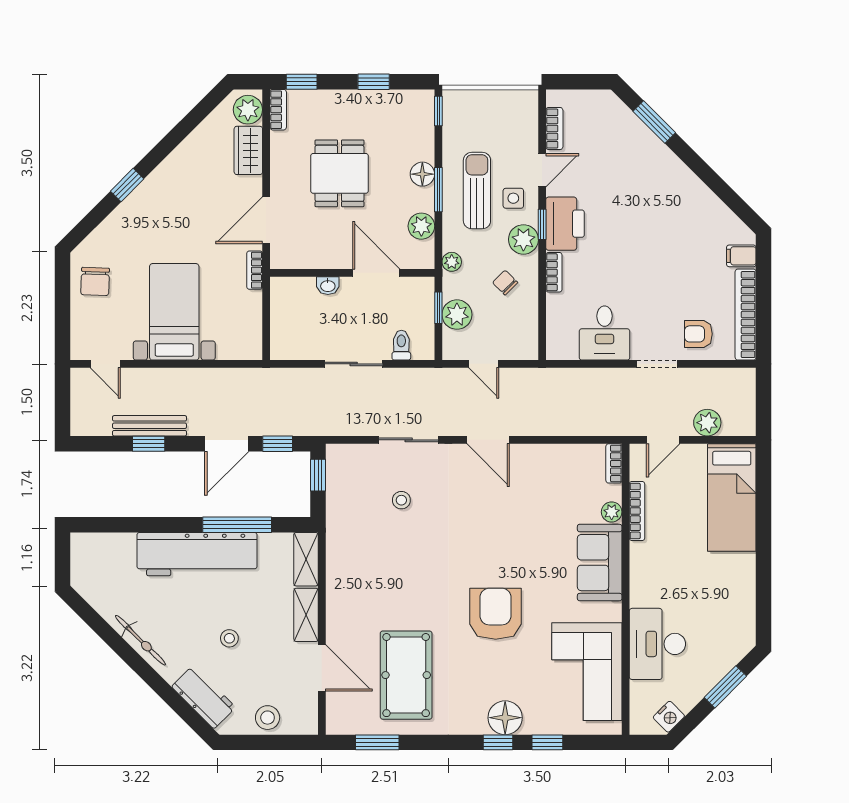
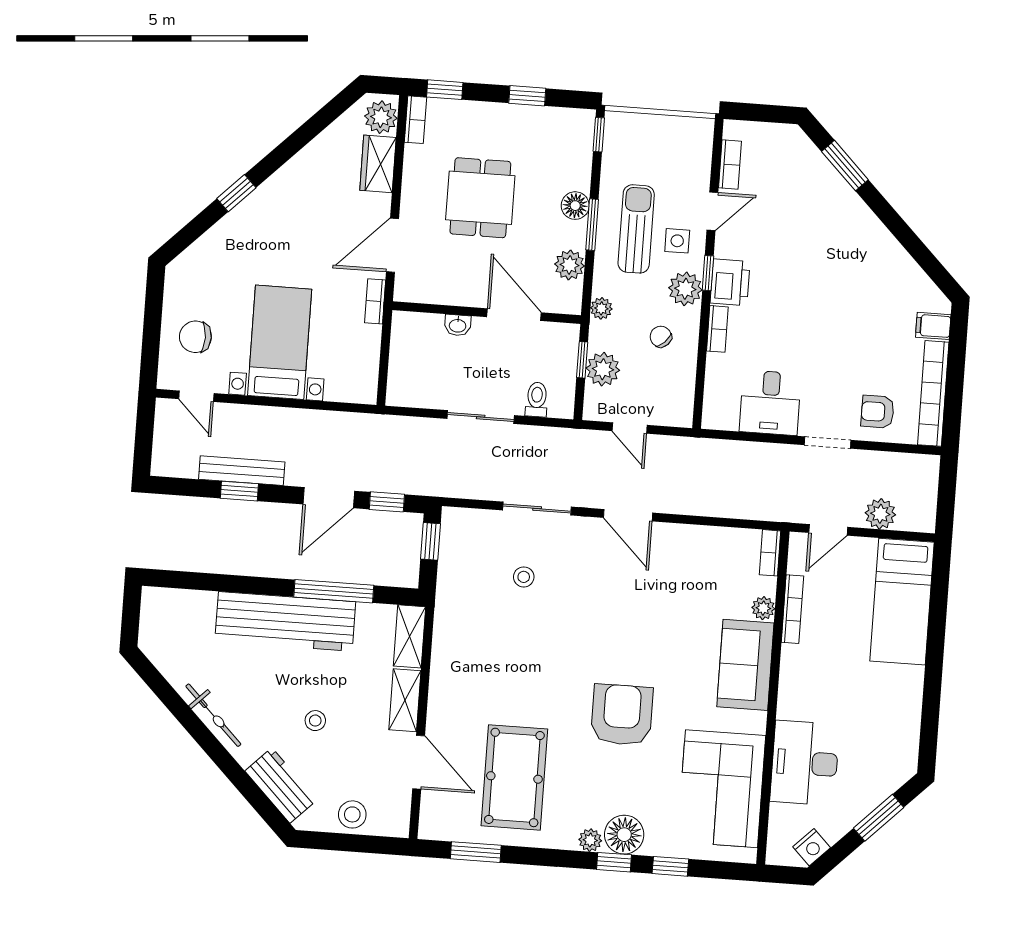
printer: (565, 224) -> (730, 282), width x0.73, depth x0.84
chair: (95, 281) -> (195, 337), moved, turned 88
plant: (476, 725) -> (590, 840), added

